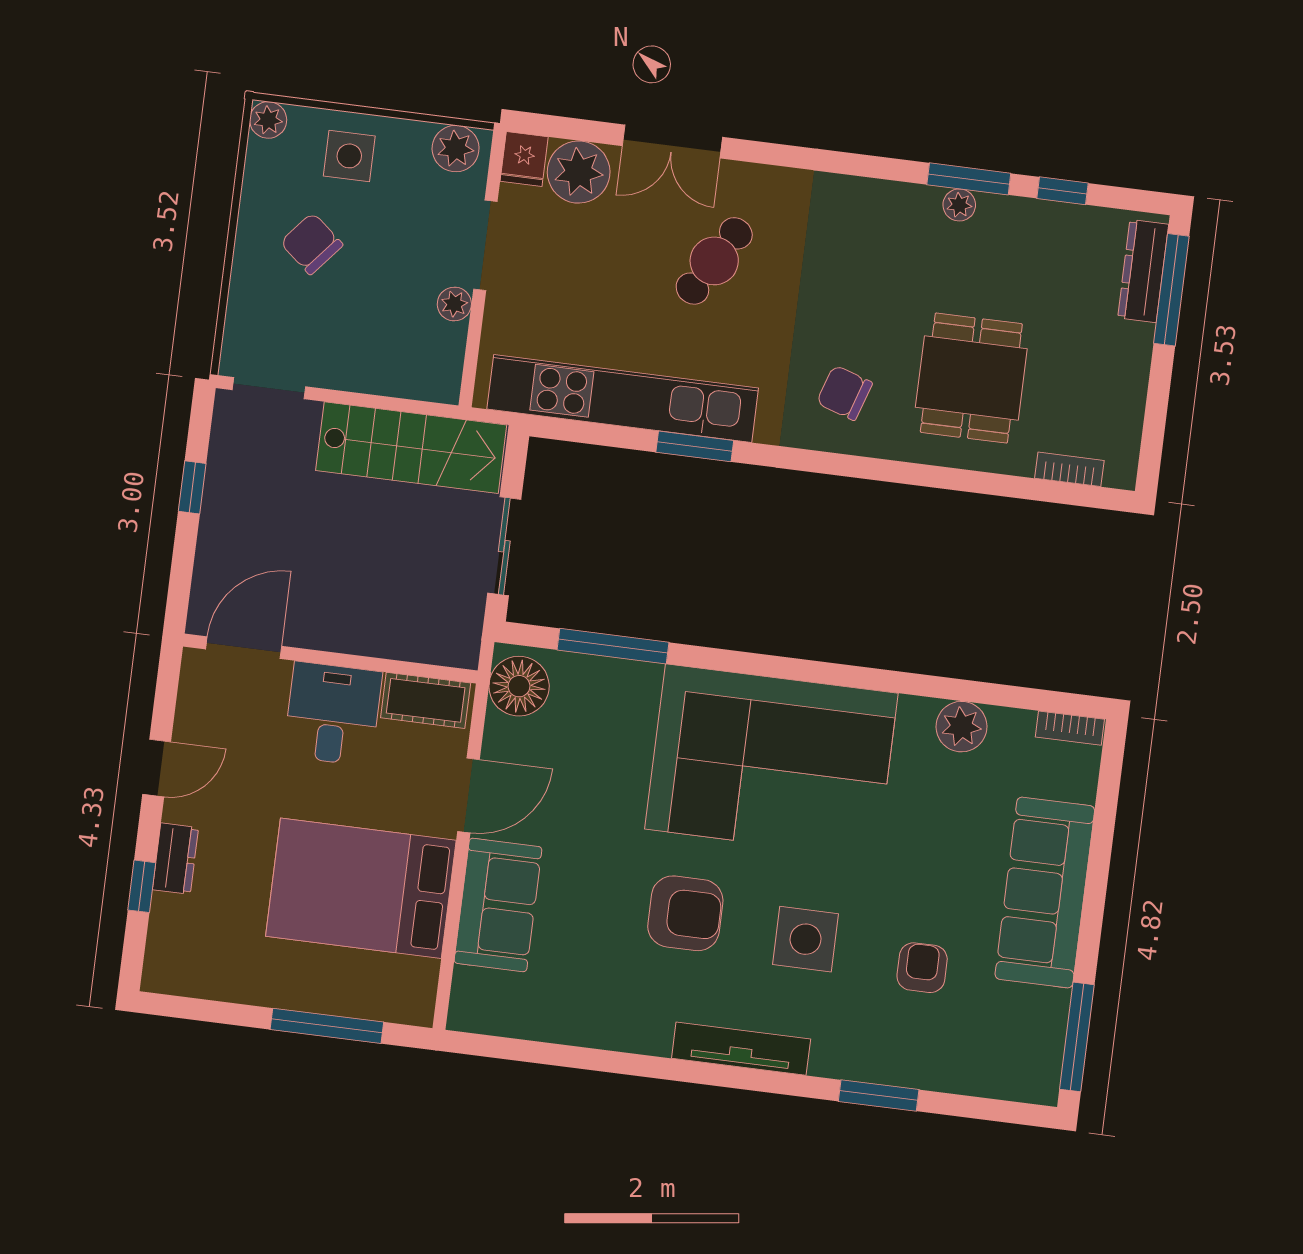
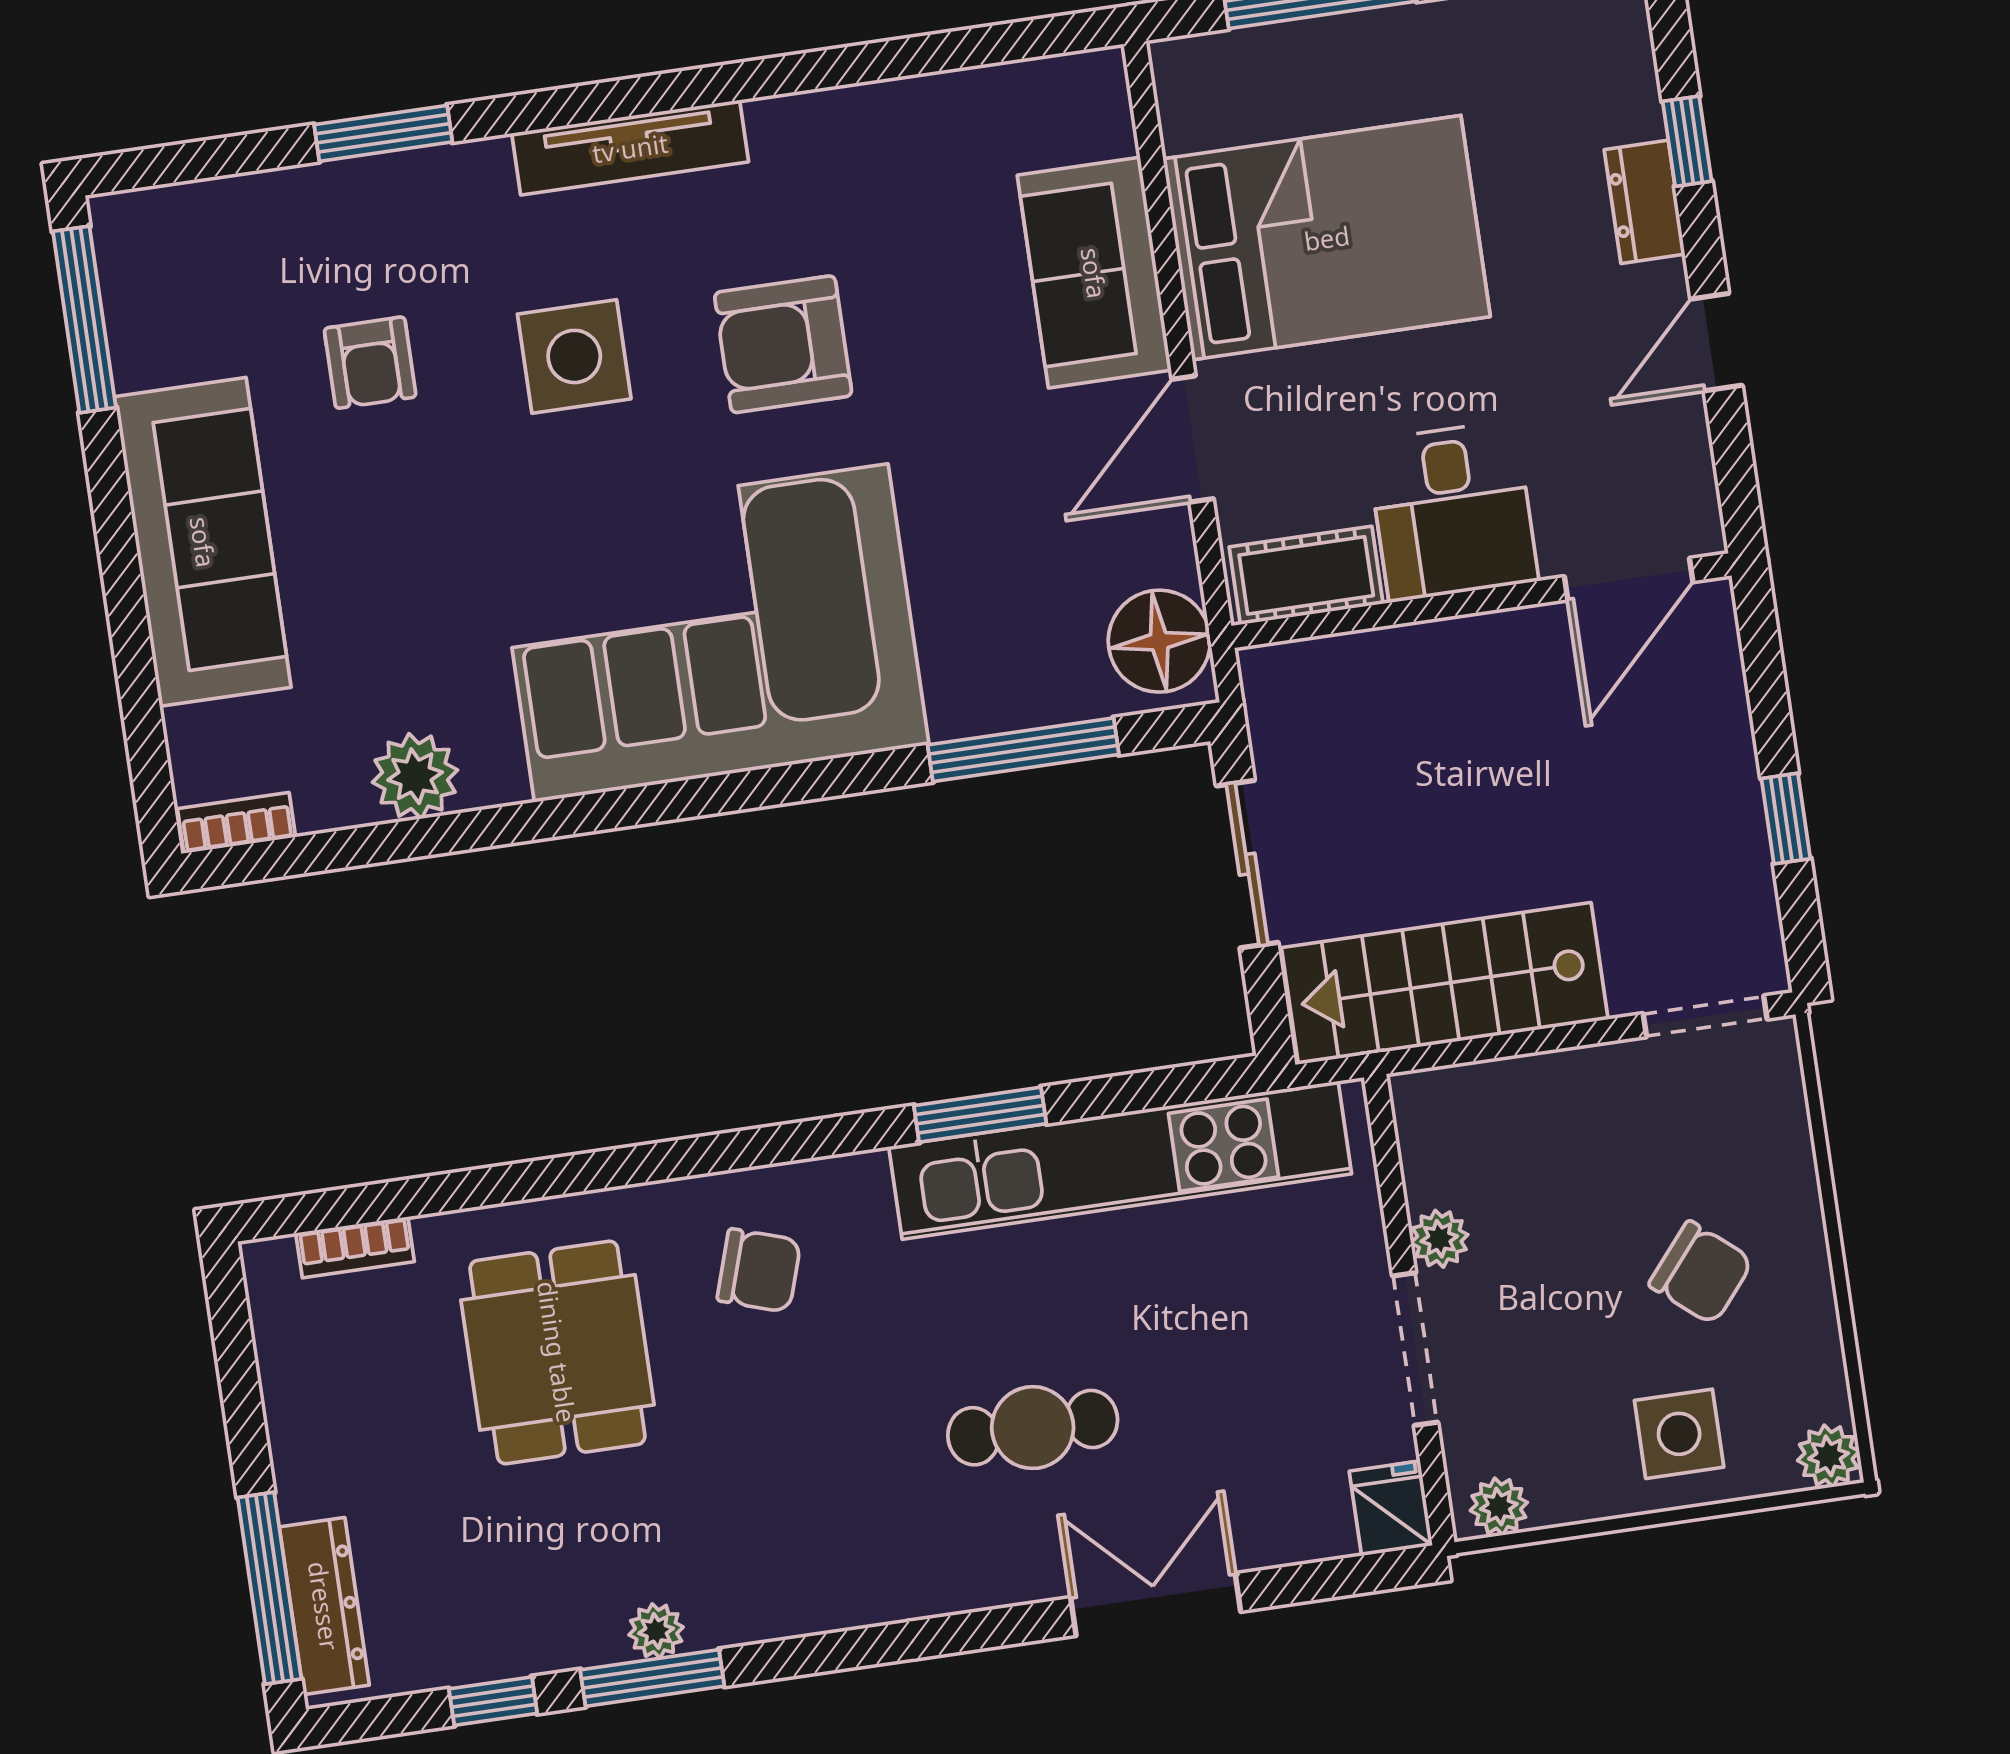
plant: (456, 149) -> (1499, 1507), width x0.73, depth x0.73
plant: (579, 172) -> (1295, 1512), removed
cafe table: (714, 261) -> (1033, 1428), turned 59

